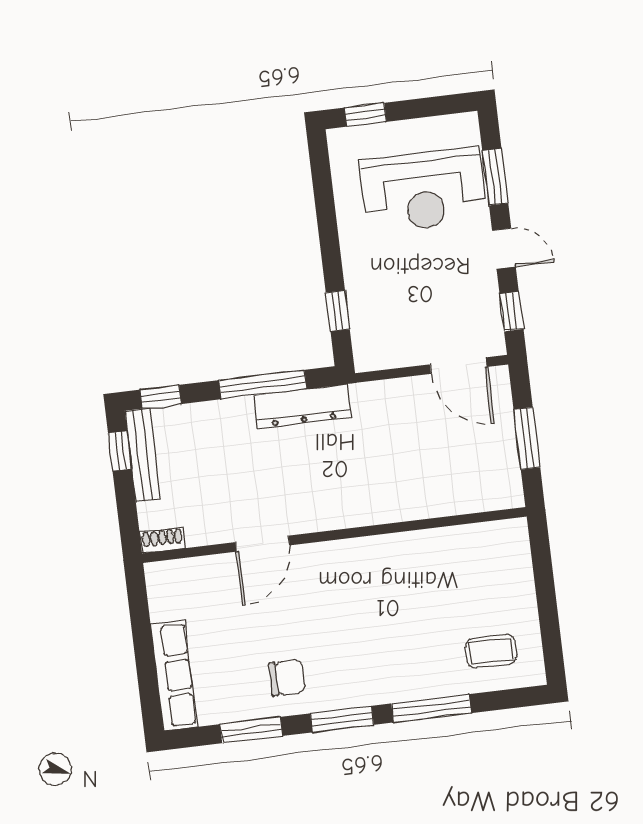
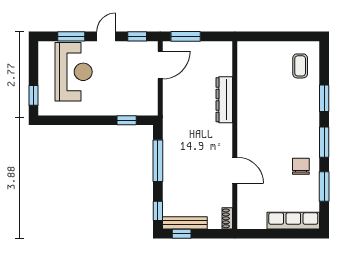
dresser: (302, 406) -> (224, 100), moved, turned 180
window: (527, 438) -> (186, 36), moved
window: (431, 708) -> (324, 98), width x0.69

